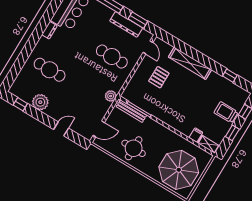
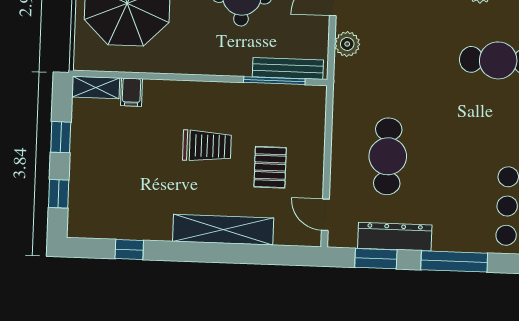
cafe table: (112, 57) -> (388, 156), turned 90
plant: (111, 96) -> (347, 44), moved
trolley: (226, 112) -> (207, 146), moved

